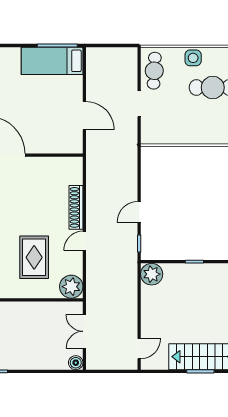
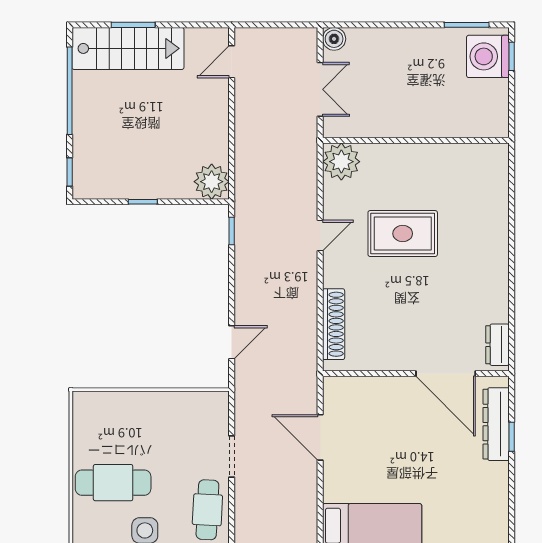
shoe rack: (76, 207) -> (334, 324), moved
door: (139, 212) -> (232, 342), moved
rug: (34, 257) -> (403, 234), moved, turned 90

